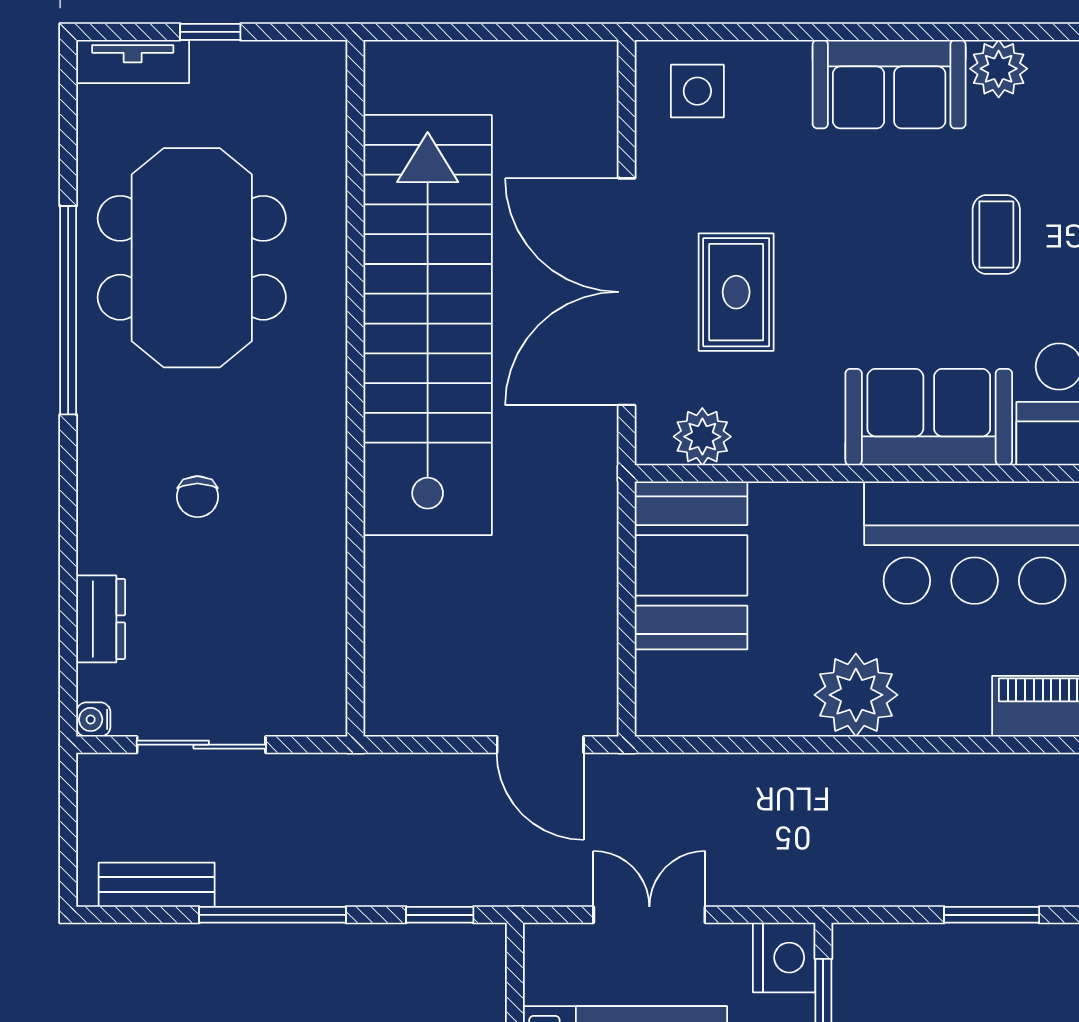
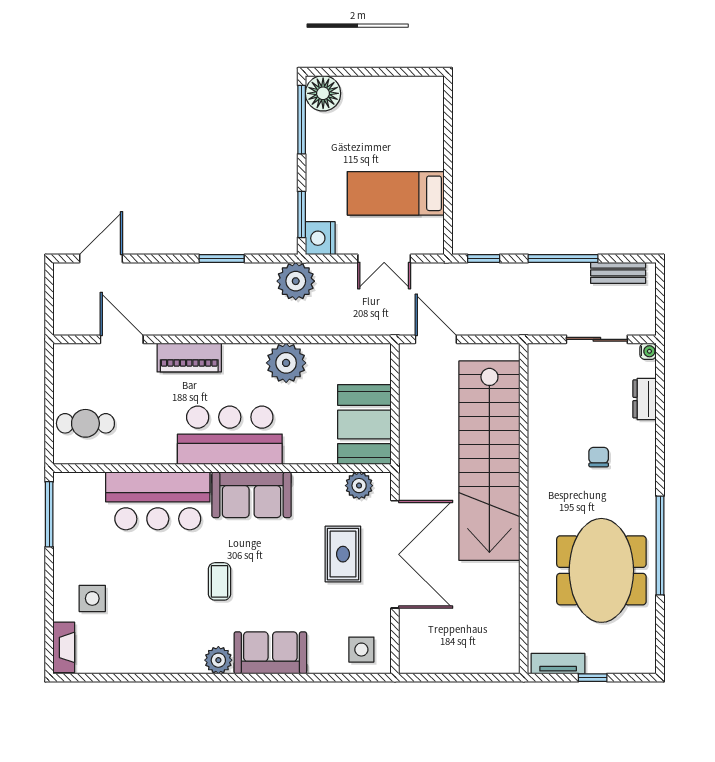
tv unit: (133, 61) -> (558, 664), moved
stairs: (428, 325) -> (489, 461), moved
plant: (836, 867) -> (296, 281), added

